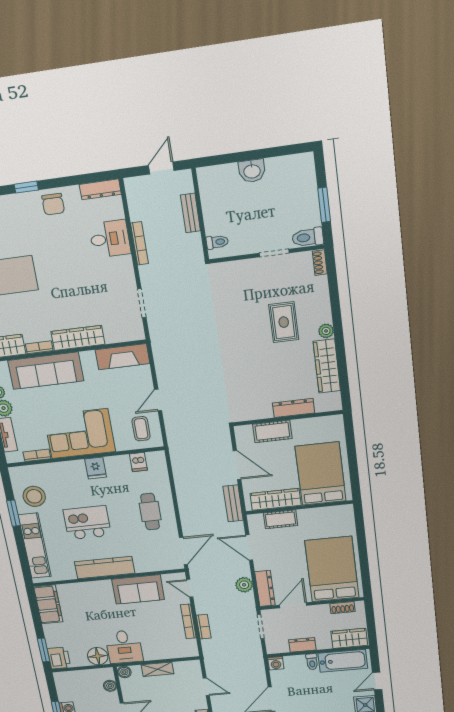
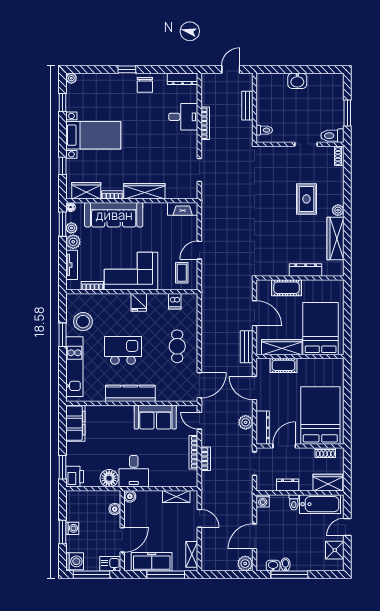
fireplace: (123, 357) -> (183, 209), width x0.73, depth x0.76
shelving: (157, 669) -> (176, 497), moved

